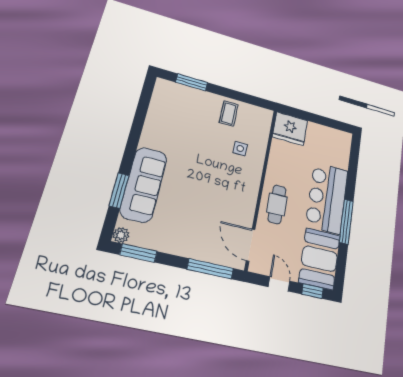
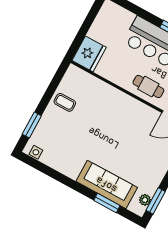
side table: (240, 149) -> (36, 152), moved
plant: (121, 235) -> (145, 200), moved

